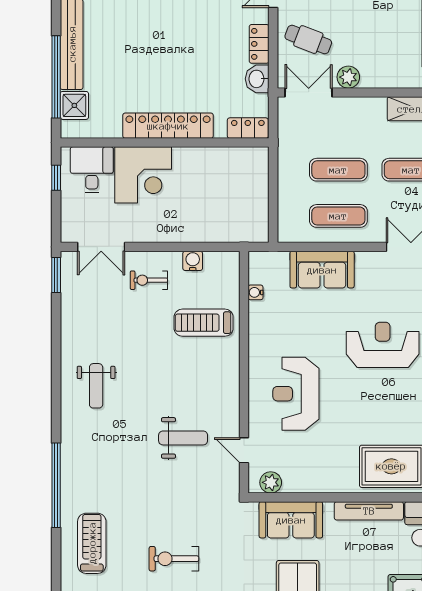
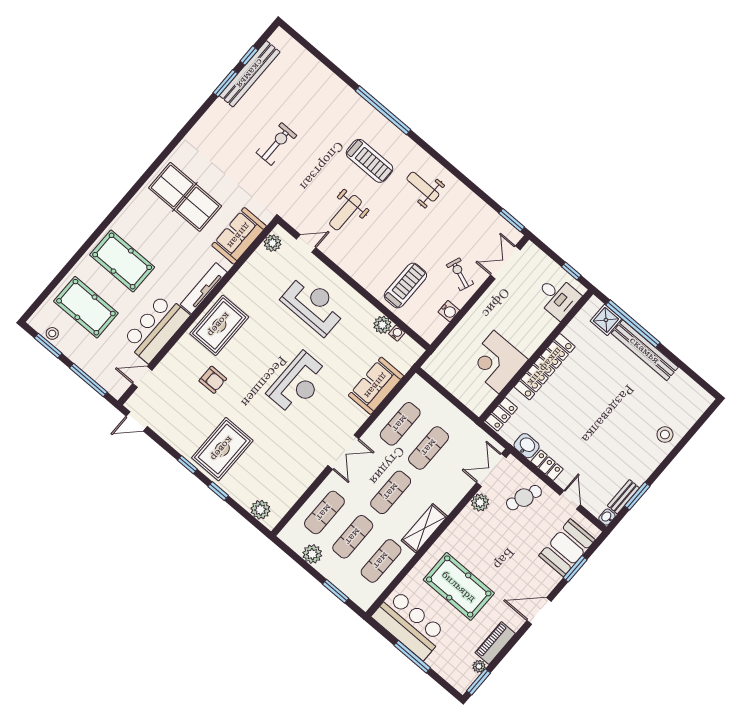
double door: (309, 92) -> (491, 470), swing flipped
corner desk: (143, 175) -> (496, 362), moved
exercise bike: (149, 280) -> (460, 274), turned -69
plant: (259, 313) -> (382, 325), added
treadmill: (92, 543) -> (369, 161), moved

